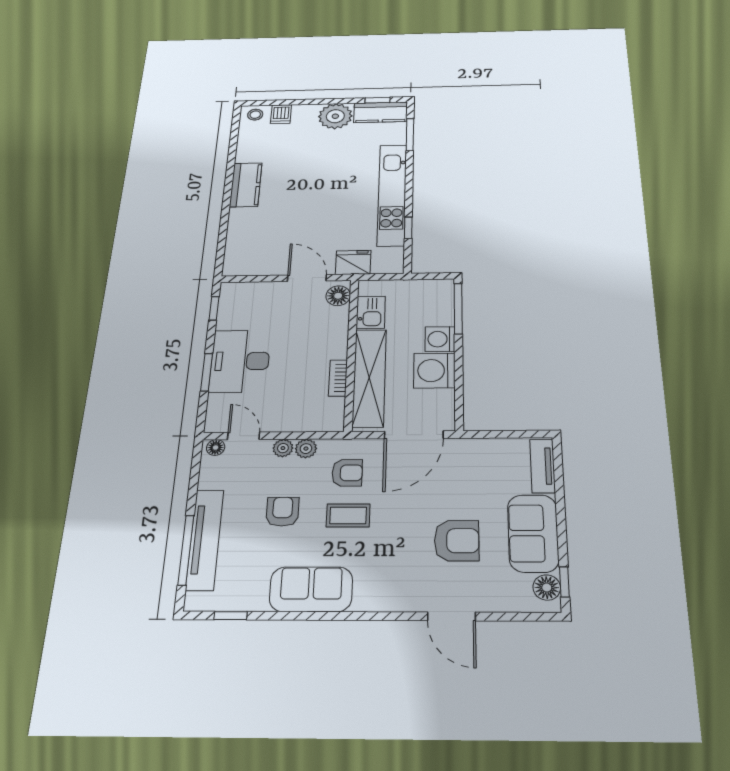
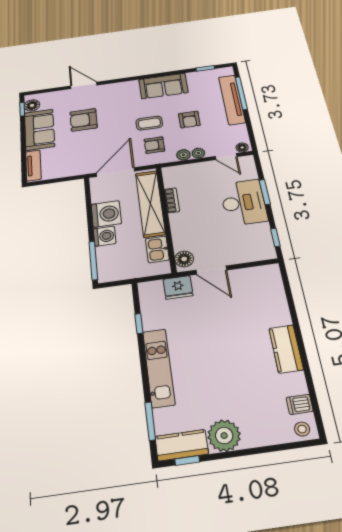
dishwasher: (281, 114) -> (300, 404), moved, turned -90
kitchen unit: (392, 194) -> (159, 368), width x0.73

